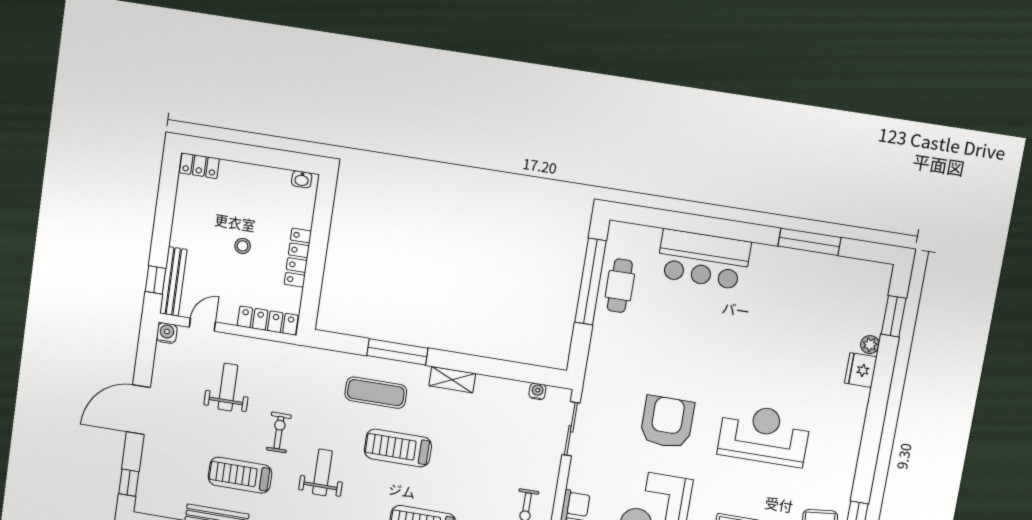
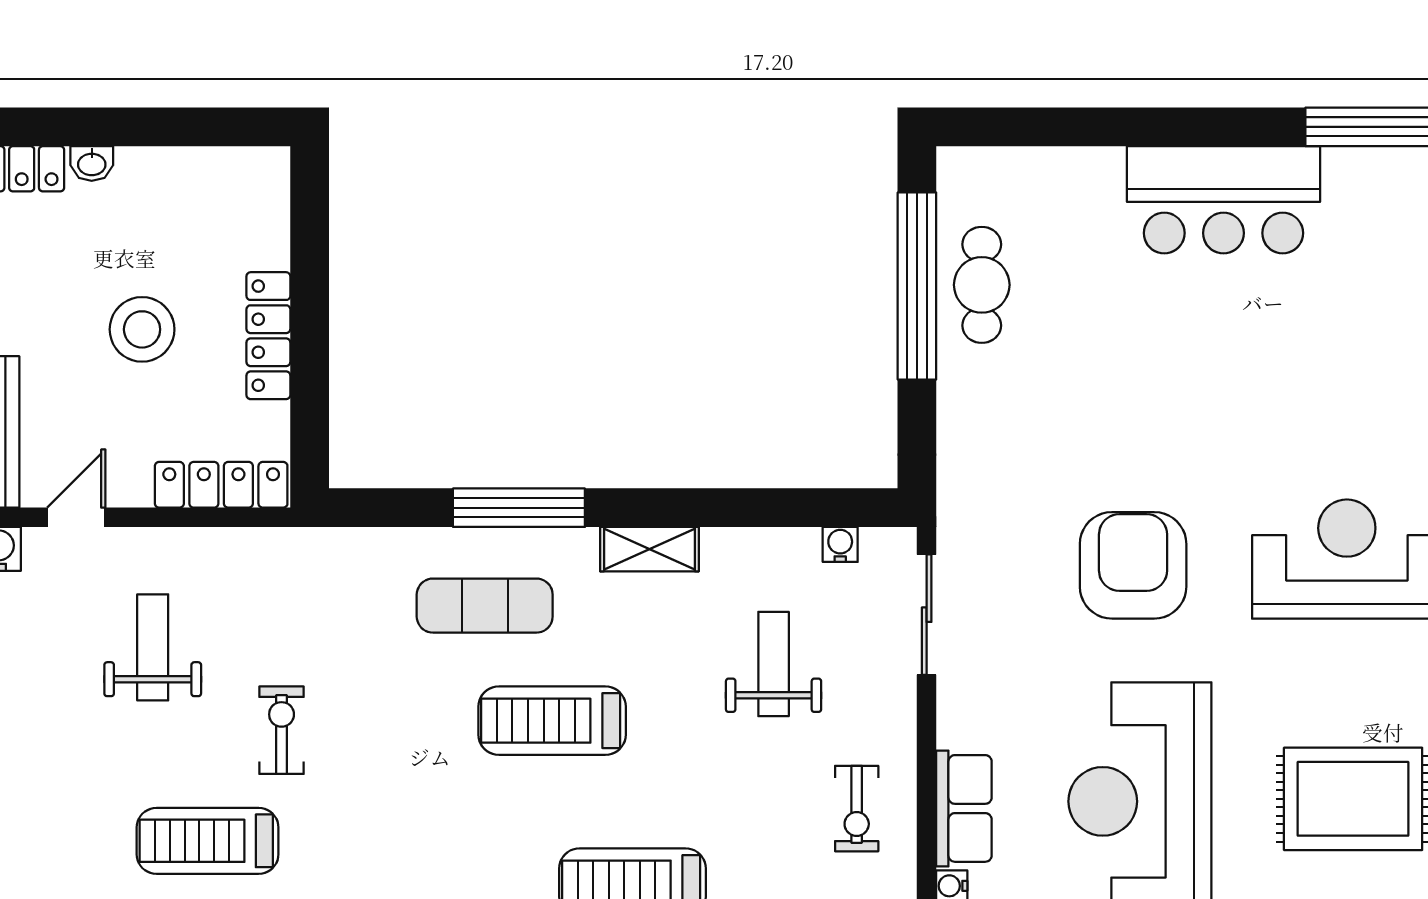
washbasin: (302, 179) -> (92, 163), moved
stool: (243, 246) -> (142, 329), width x1.89, depth x1.89
bar counter: (703, 259) -> (1223, 200), moved
weight bench: (322, 472) -> (774, 664), moved

